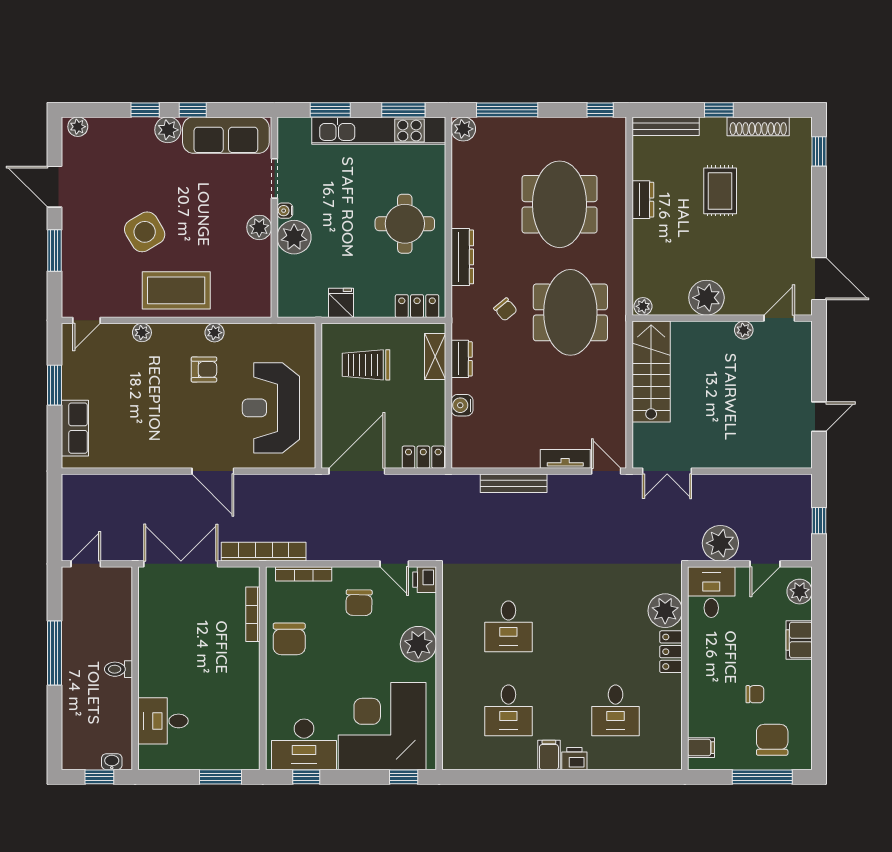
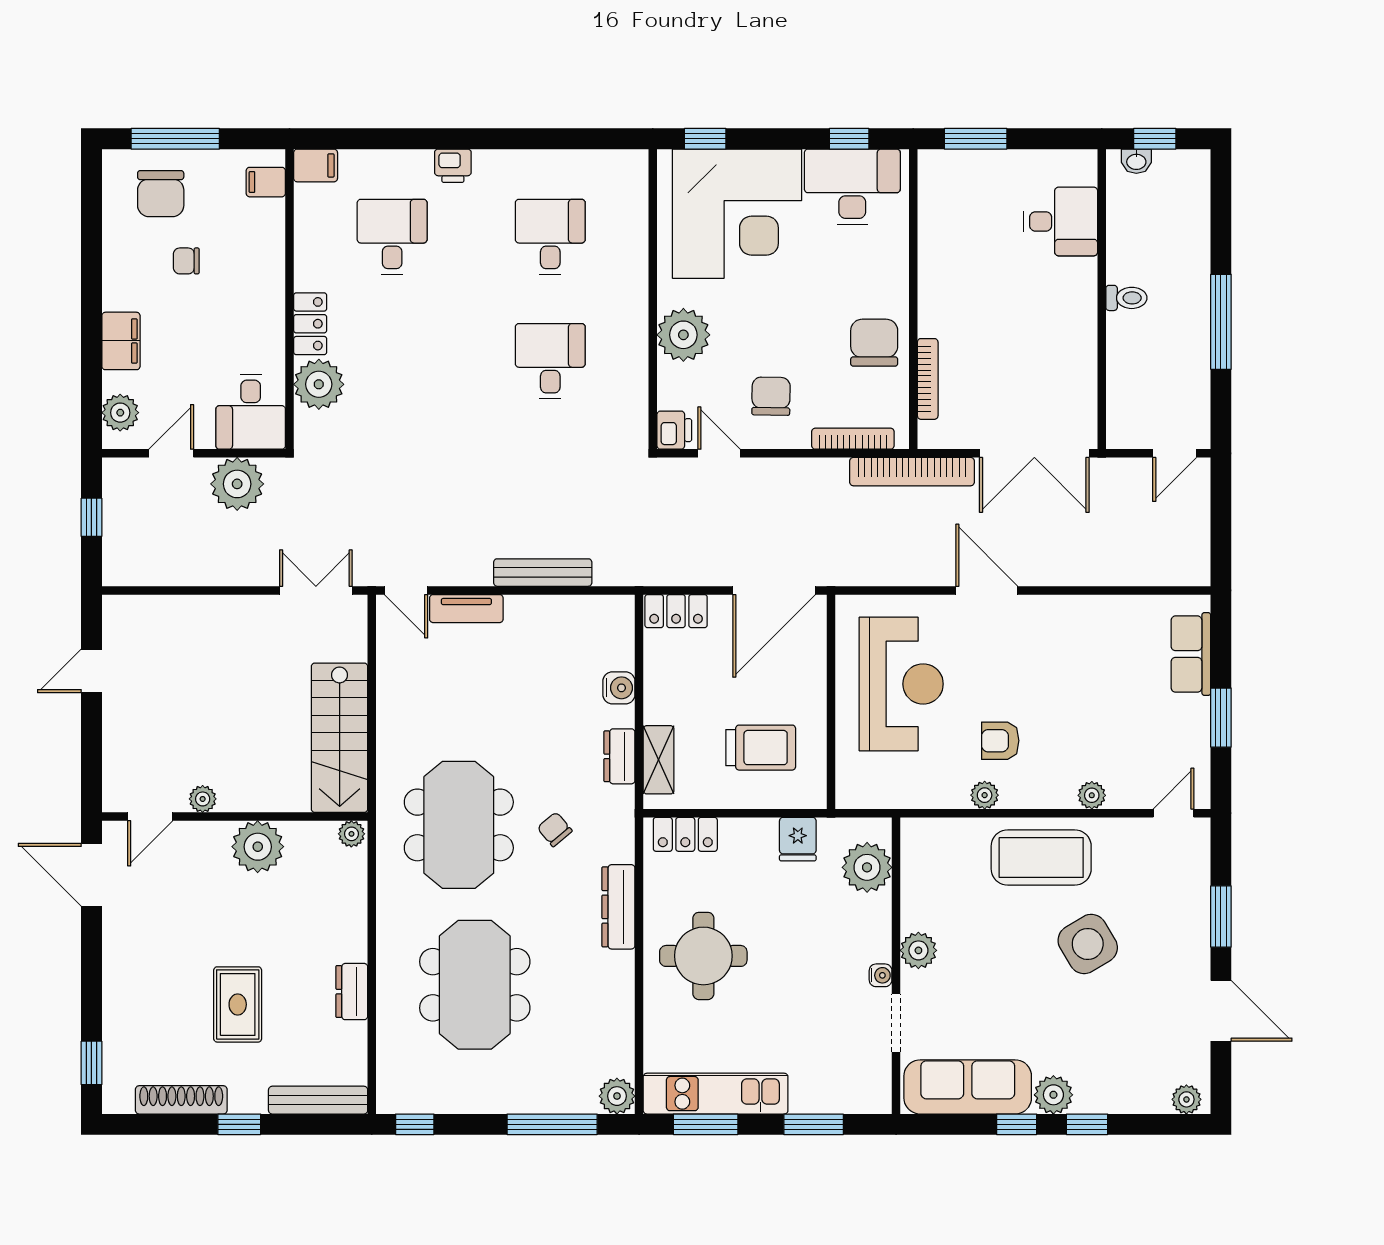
kitchen unit: (379, 131) -> (716, 1094), width x0.73
plant: (294, 237) -> (867, 867), moved
filing cabinet: (549, 755) -> (316, 165), moved, turned -90

